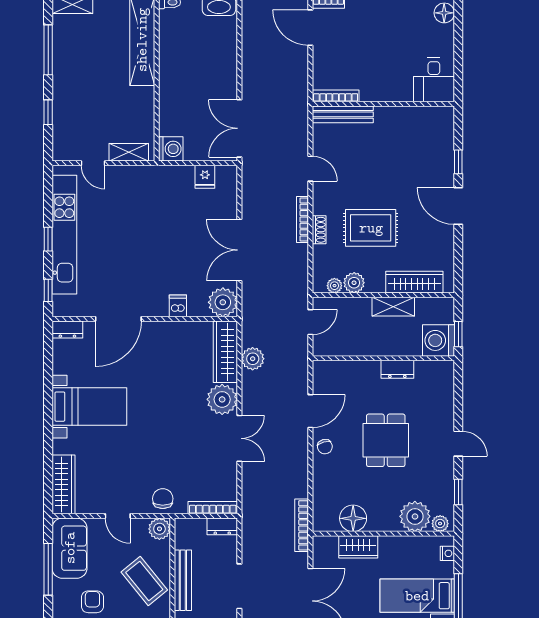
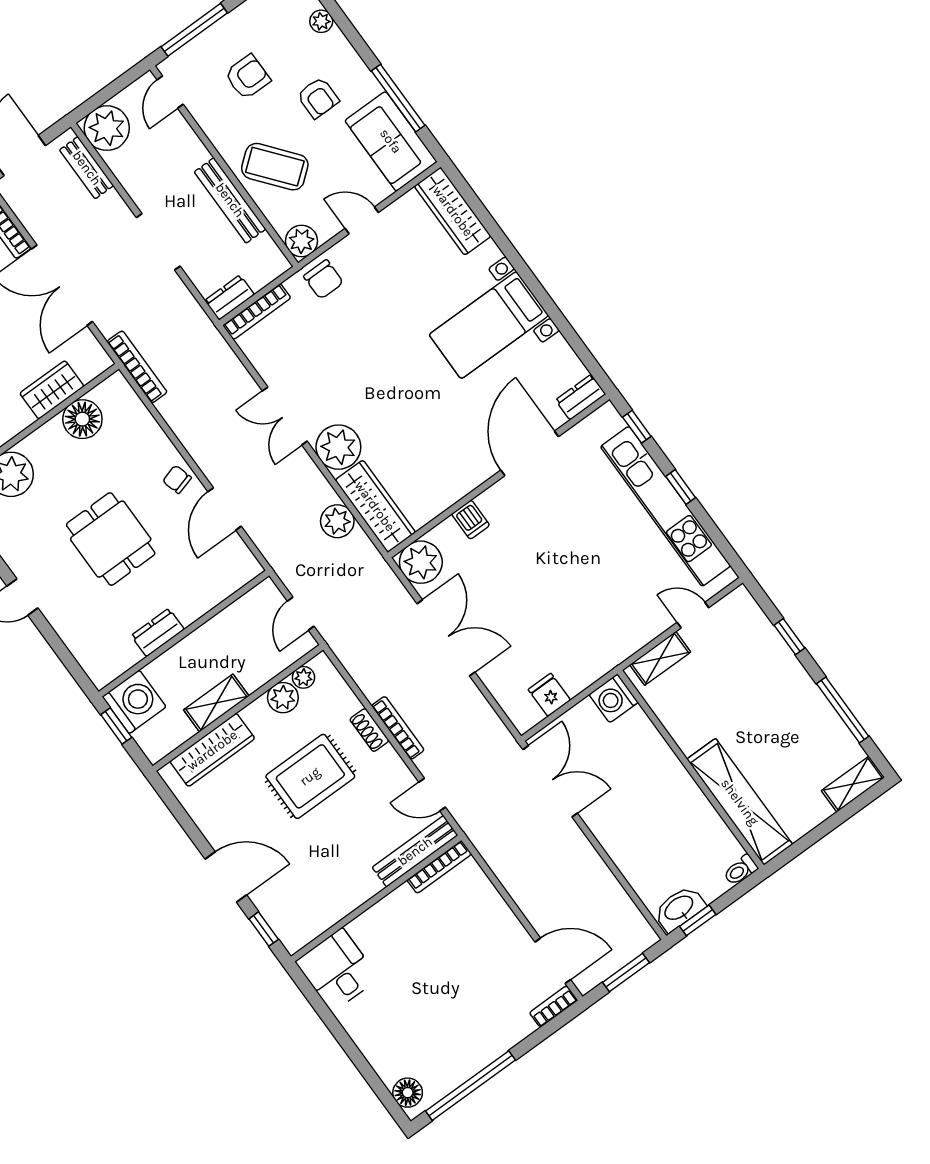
desk: (434, 80) -> (337, 970), moved
bookcase: (336, 96) -> (439, 867), moved
wall: (383, 104) -> (376, 898), moved
bench: (343, 114) -> (415, 851), moved

